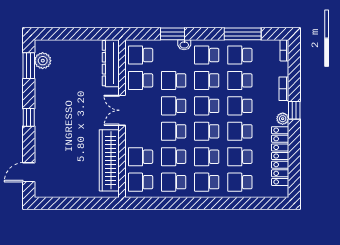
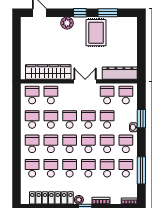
plant: (43, 61) -> (67, 23), moved
window: (29, 66) -> (108, 13), moved
rug: (56, 95) -> (96, 33), added

